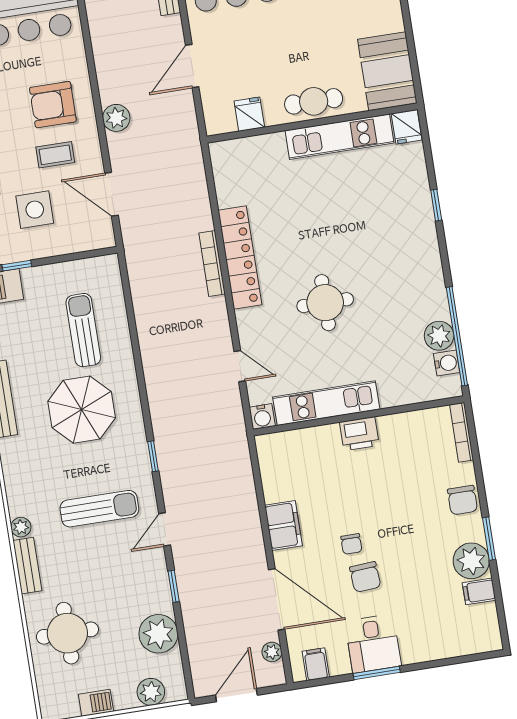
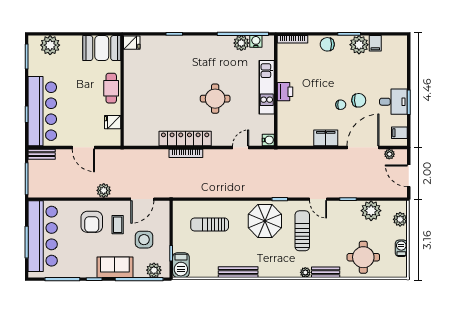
kitchen unit: (339, 137) -> (131, 78), removed
kitchen unit: (326, 403) -> (267, 87), moved
parasol: (82, 410) -> (265, 221), moved
chair: (462, 500) -> (327, 44), turned 180

